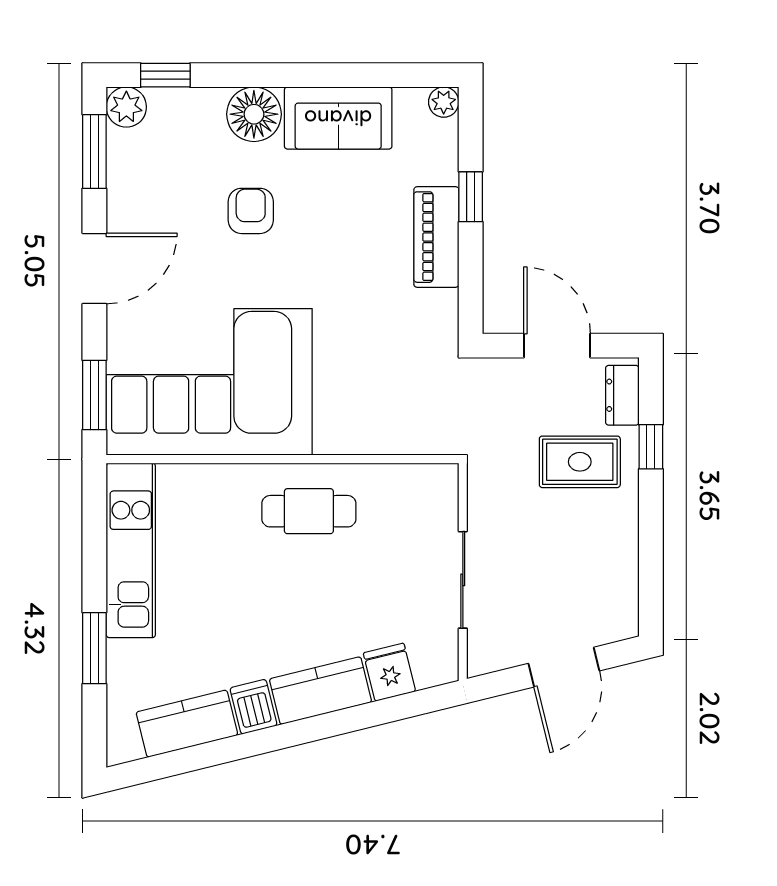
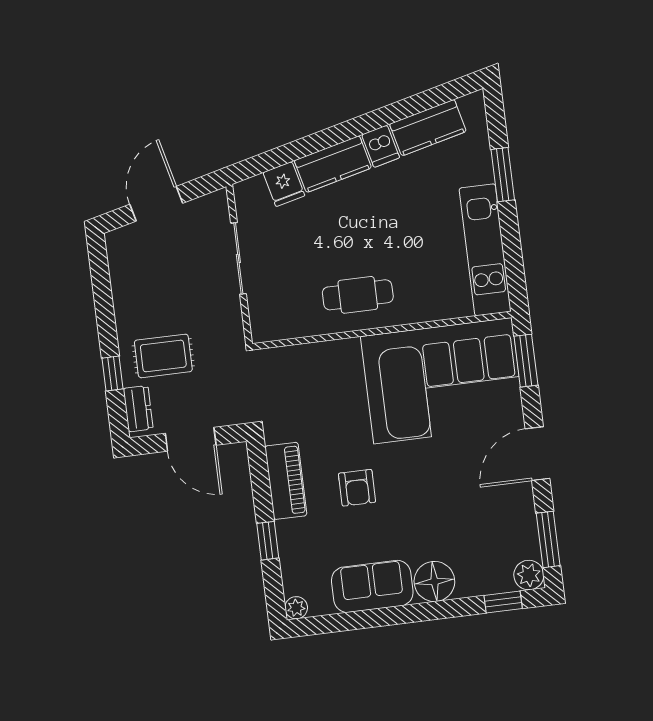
armchair: (251, 211) -> (357, 488), moved
piano: (436, 237) -> (286, 481), moved

